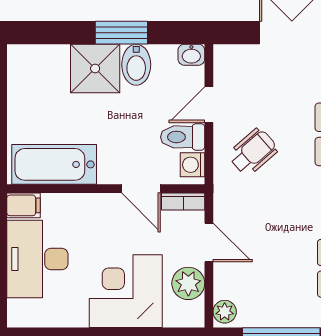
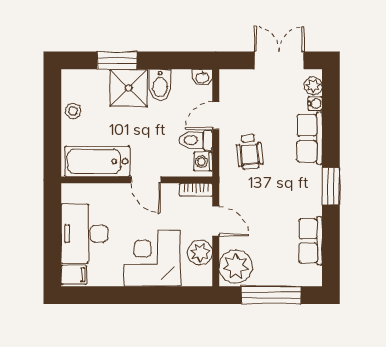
window: (121, 33) -> (117, 60), moved
stool: (23, 99) -> (73, 111), added
wheelchair: (253, 152) -> (250, 152), turned 125
door: (141, 189) -> (146, 180), moved
filing cabinet: (24, 205) -> (74, 275), moved
plant: (225, 312) -> (236, 266), width x1.88, depth x1.88

